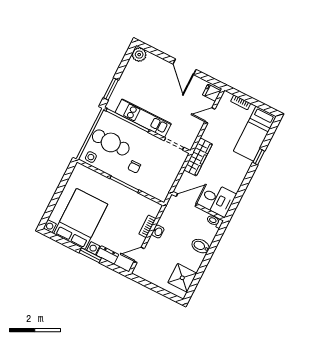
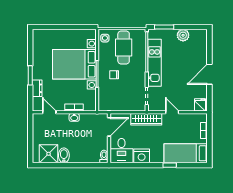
plant: (139, 55) -> (183, 35), moved
door: (210, 115) -> (172, 112), moved
nightstand: (234, 181) -> (142, 156), added
door: (186, 200) -> (109, 127), hinge flipped
bed with nightstands: (81, 219) -> (74, 64), moved, turned 180
bidet: (201, 246) -> (64, 155), moved

